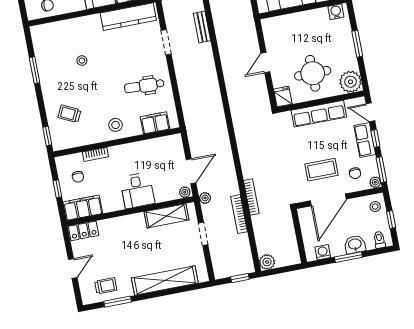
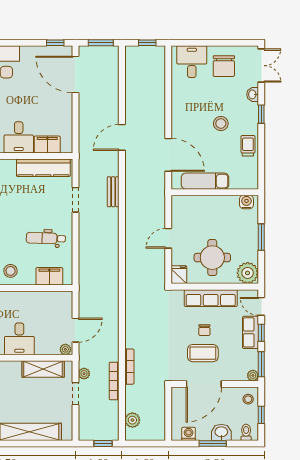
chair: (355, 173) -> (204, 330), moved
plant: (205, 198) -> (84, 374), moved
plant: (267, 262) -> (132, 420), moved

